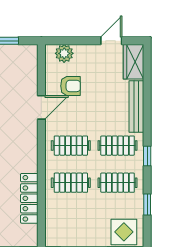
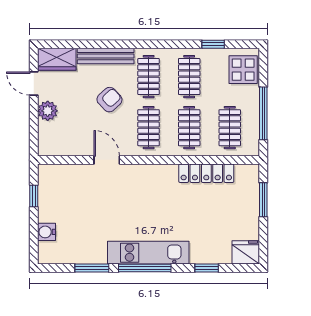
plant: (64, 53) -> (48, 111), moved
armchair: (71, 86) -> (109, 100), moved, turned 47
window: (147, 156) -> (160, 44), removed
clothes rail: (71, 220) -> (230, 128), added

